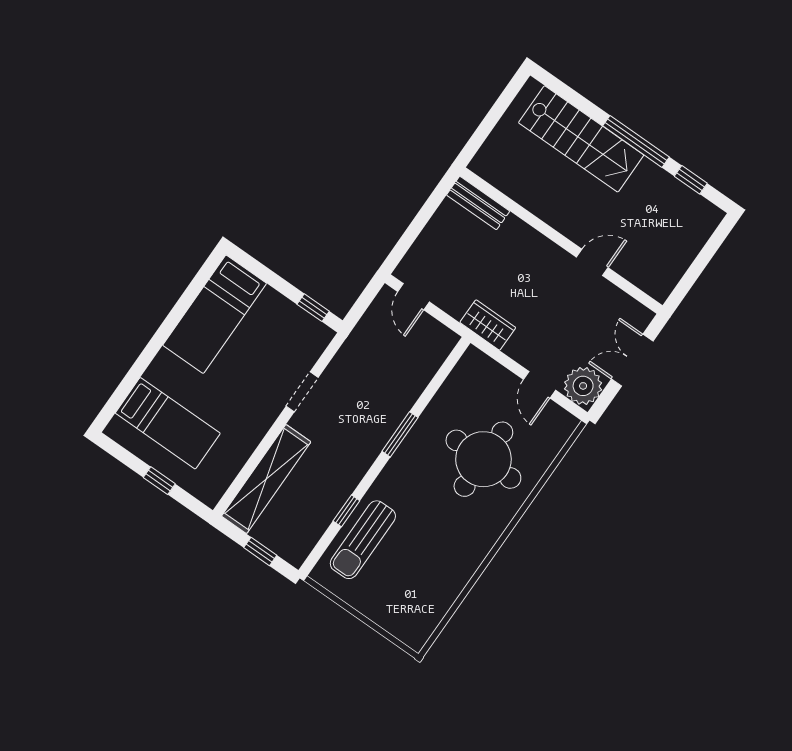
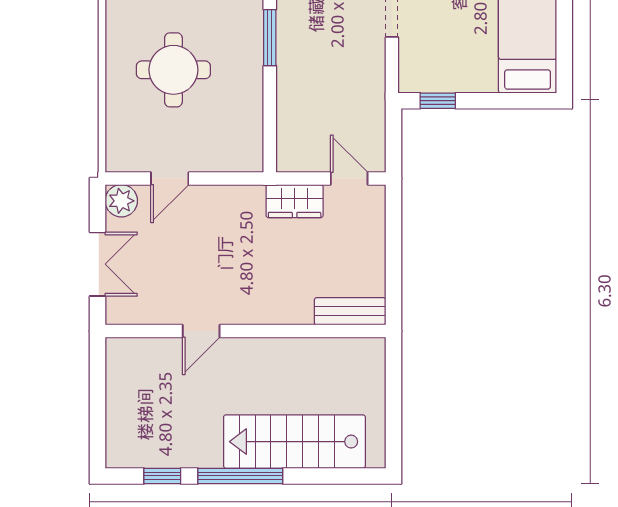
wardrobe: (488, 325) -> (295, 201), moved
door: (539, 385) -> (170, 178), swing flipped
plant: (583, 386) -> (121, 201), width x0.73, depth x0.73
round table: (483, 459) -> (173, 70), width x0.73, depth x0.73

